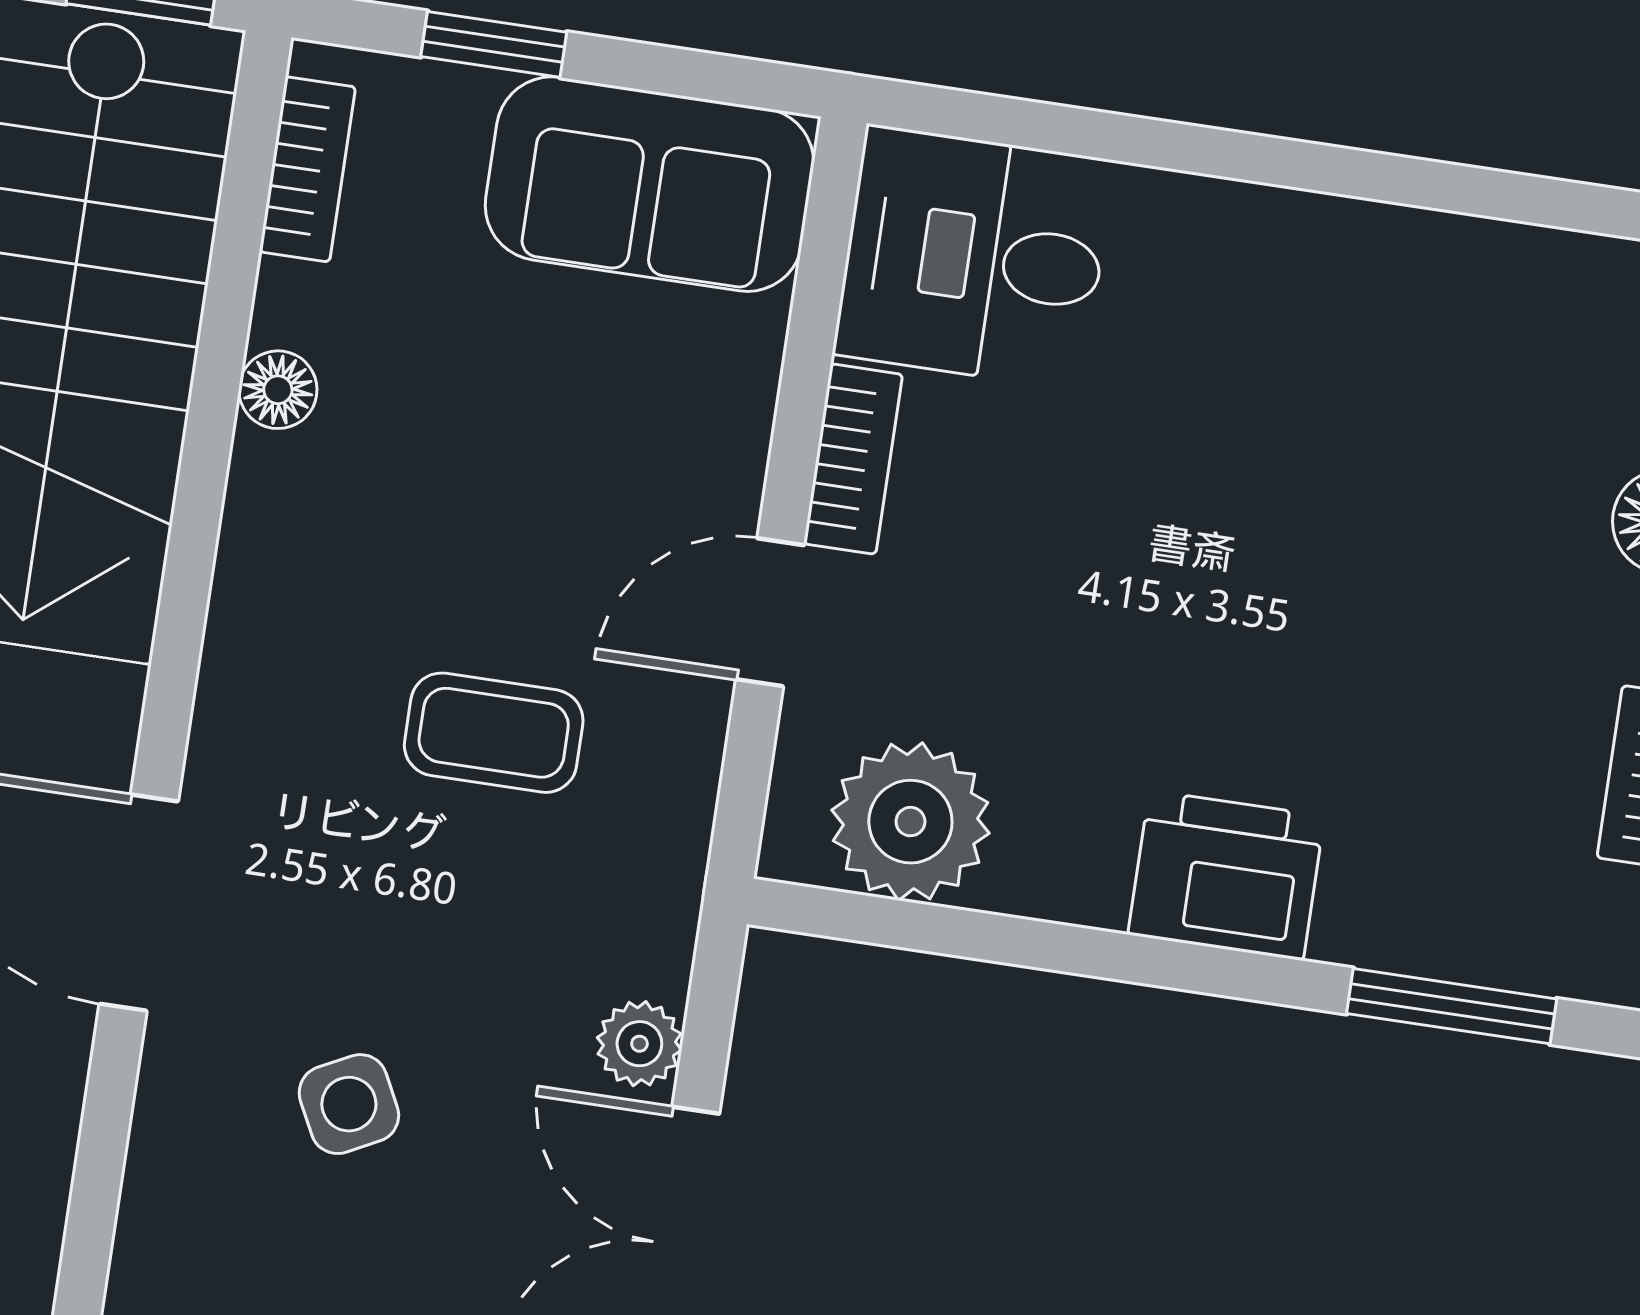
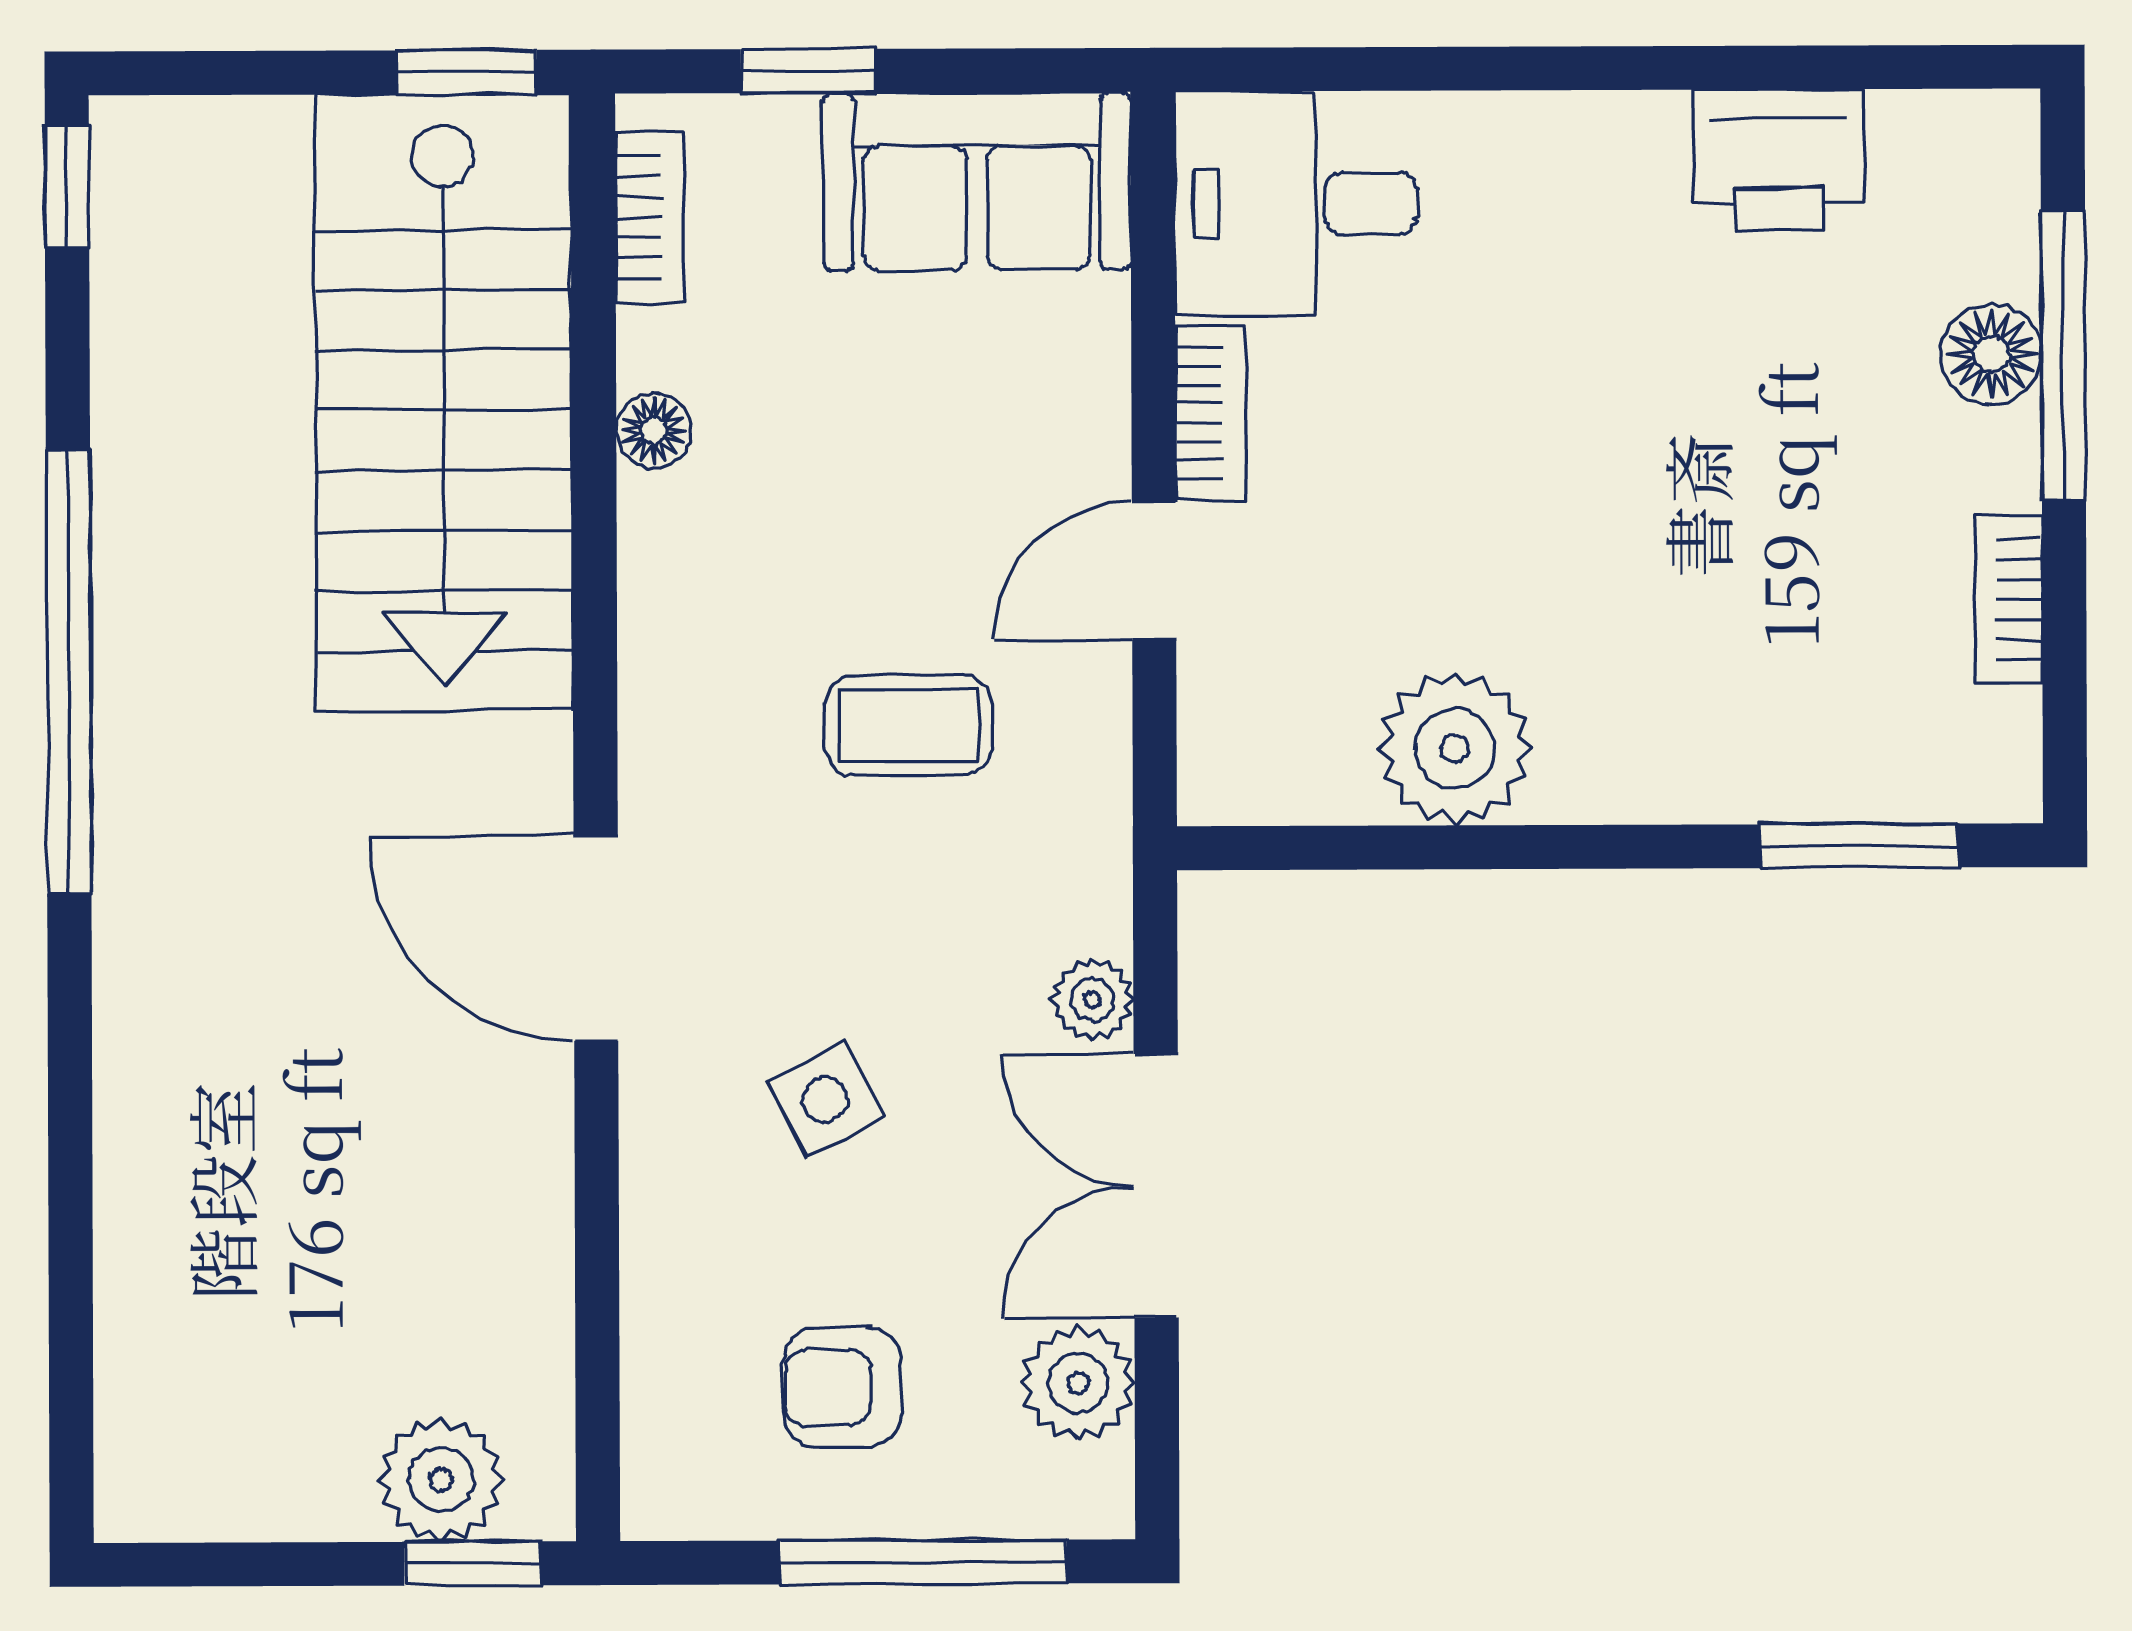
plant: (910, 822) -> (1455, 749), moved
printer: (1226, 875) -> (1779, 160), moved, turned 180

